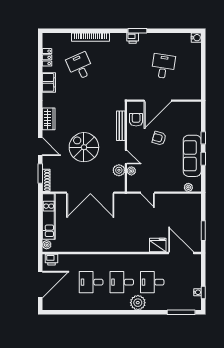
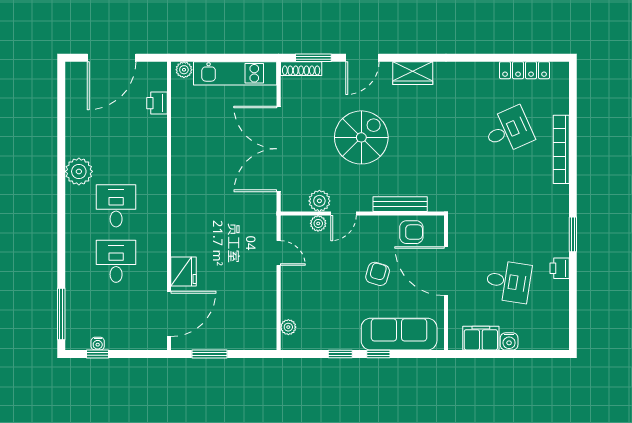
printer: (133, 38) -> (560, 268), moved
water cooler: (196, 38) -> (509, 341), moved
locker: (47, 57) -> (525, 70), width x1.53
filing cabinet: (49, 82) -> (481, 338), moved, turned 180
sofa: (192, 156) -> (399, 334), moved
door: (148, 193) -> (279, 253), swing flipped
printer: (51, 260) -> (157, 103), moved
desk: (91, 282) -> (116, 150), removed
door: (40, 285) -> (112, 58), hinge flipped
plant: (138, 303) -> (79, 171), moved

